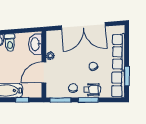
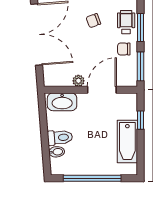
door: (44, 72) -> (102, 90), swing flipped

